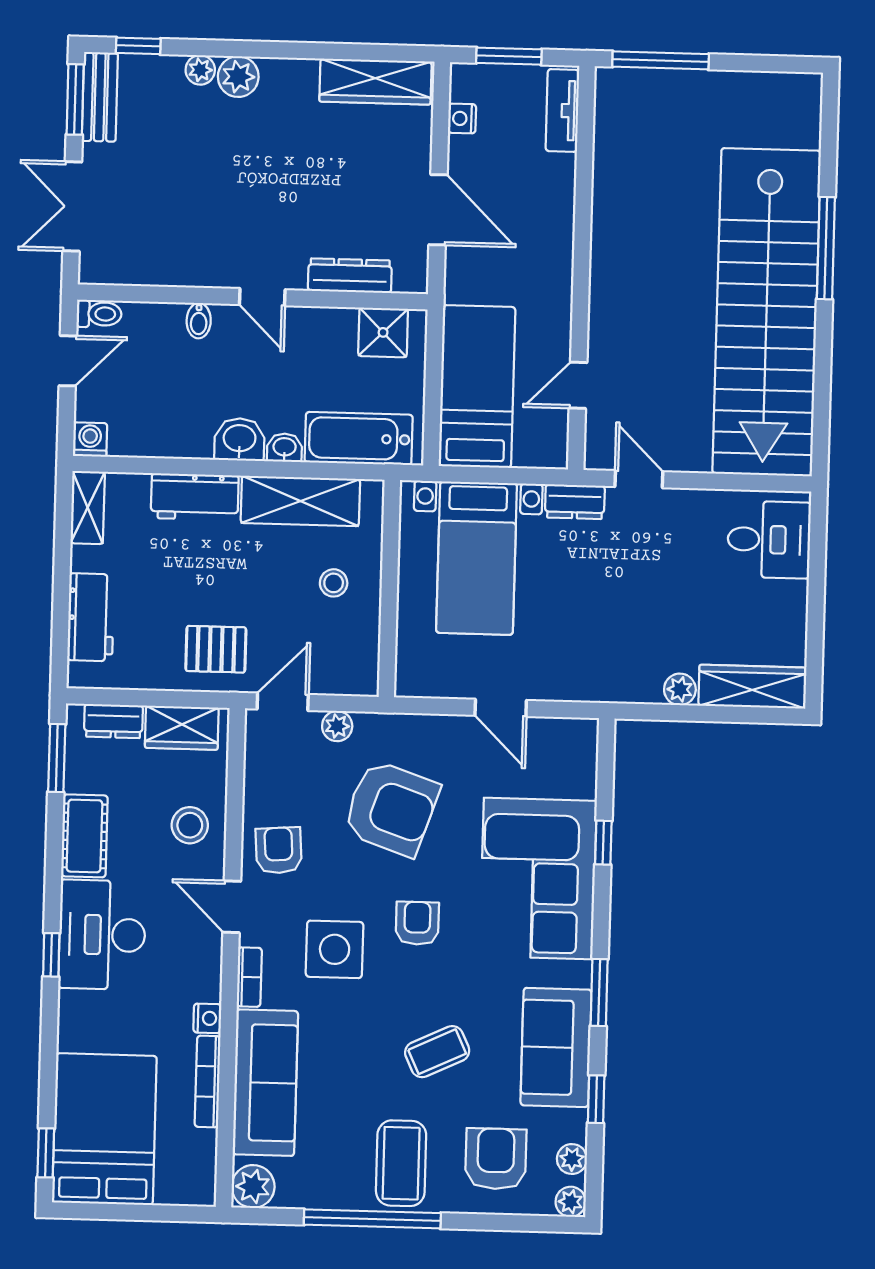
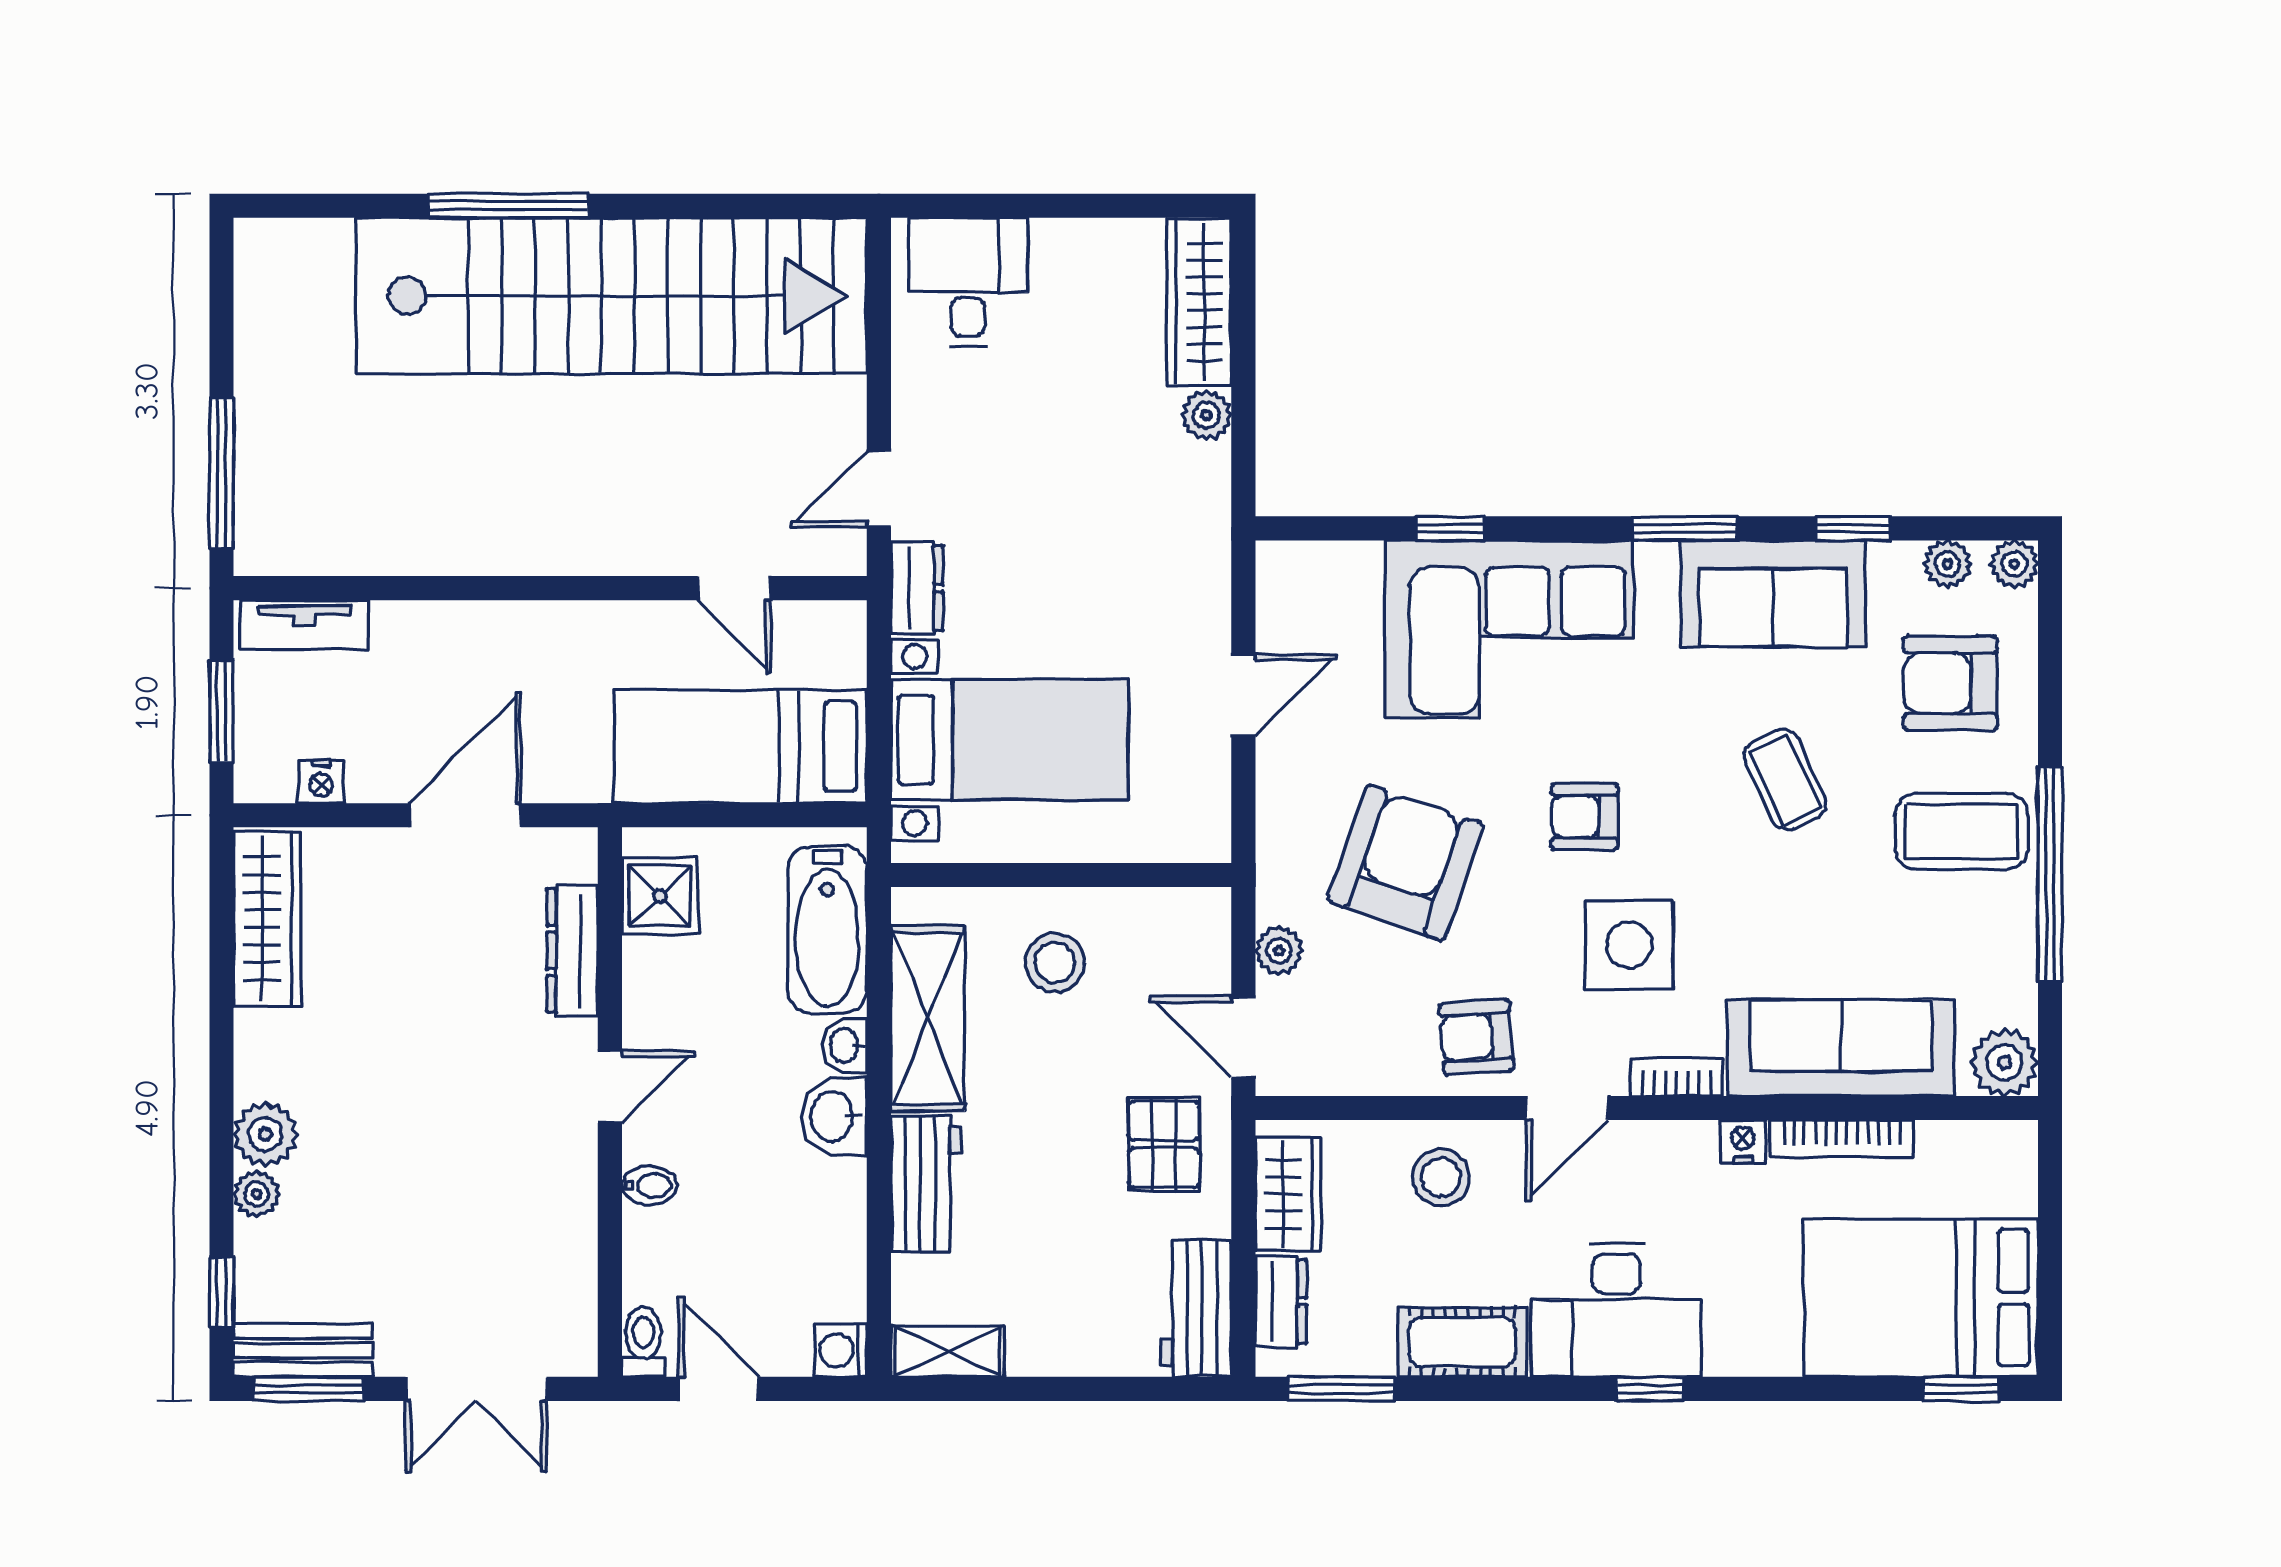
stool: (334, 583) -> (1055, 963), width x1.37, depth x1.37
workbench: (91, 617) -> (1196, 1309), moved, turned -90

